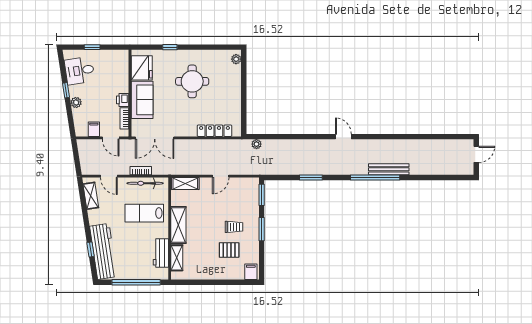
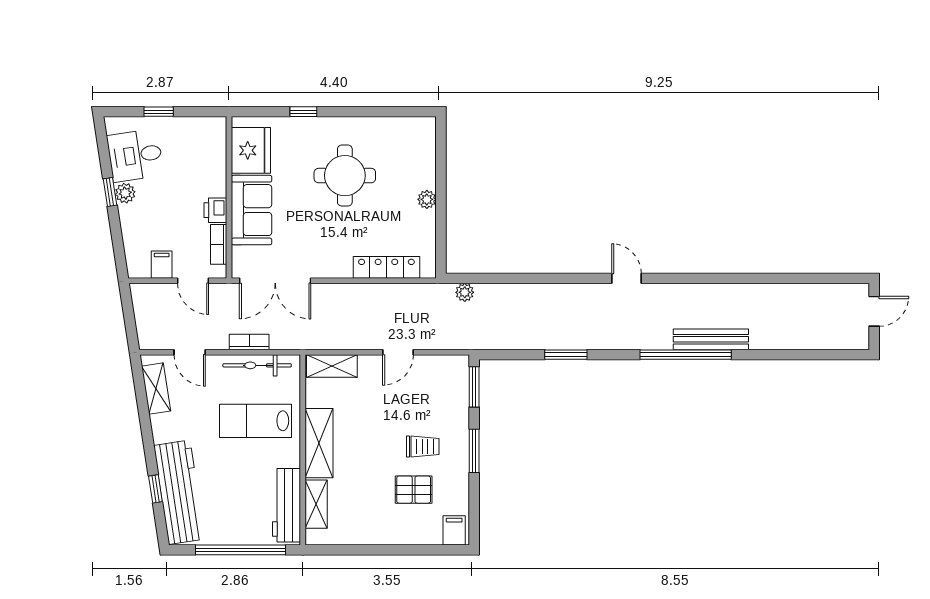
plant: (236, 59) -> (427, 199), moved
plant: (76, 102) -> (125, 193), moved
workbench: (161, 253) -> (287, 505), width x1.38

